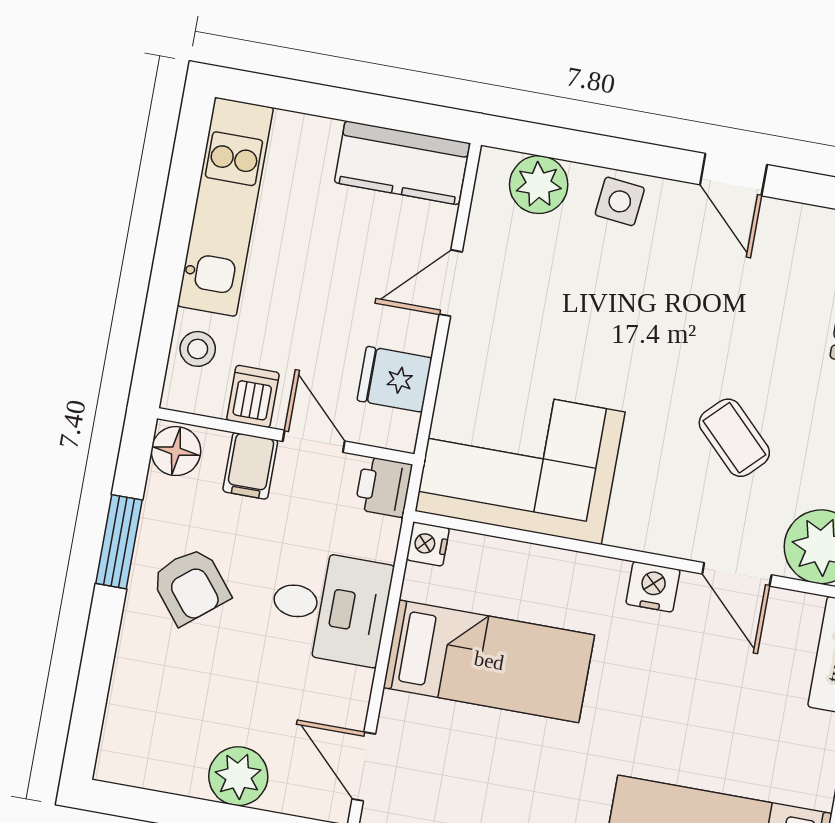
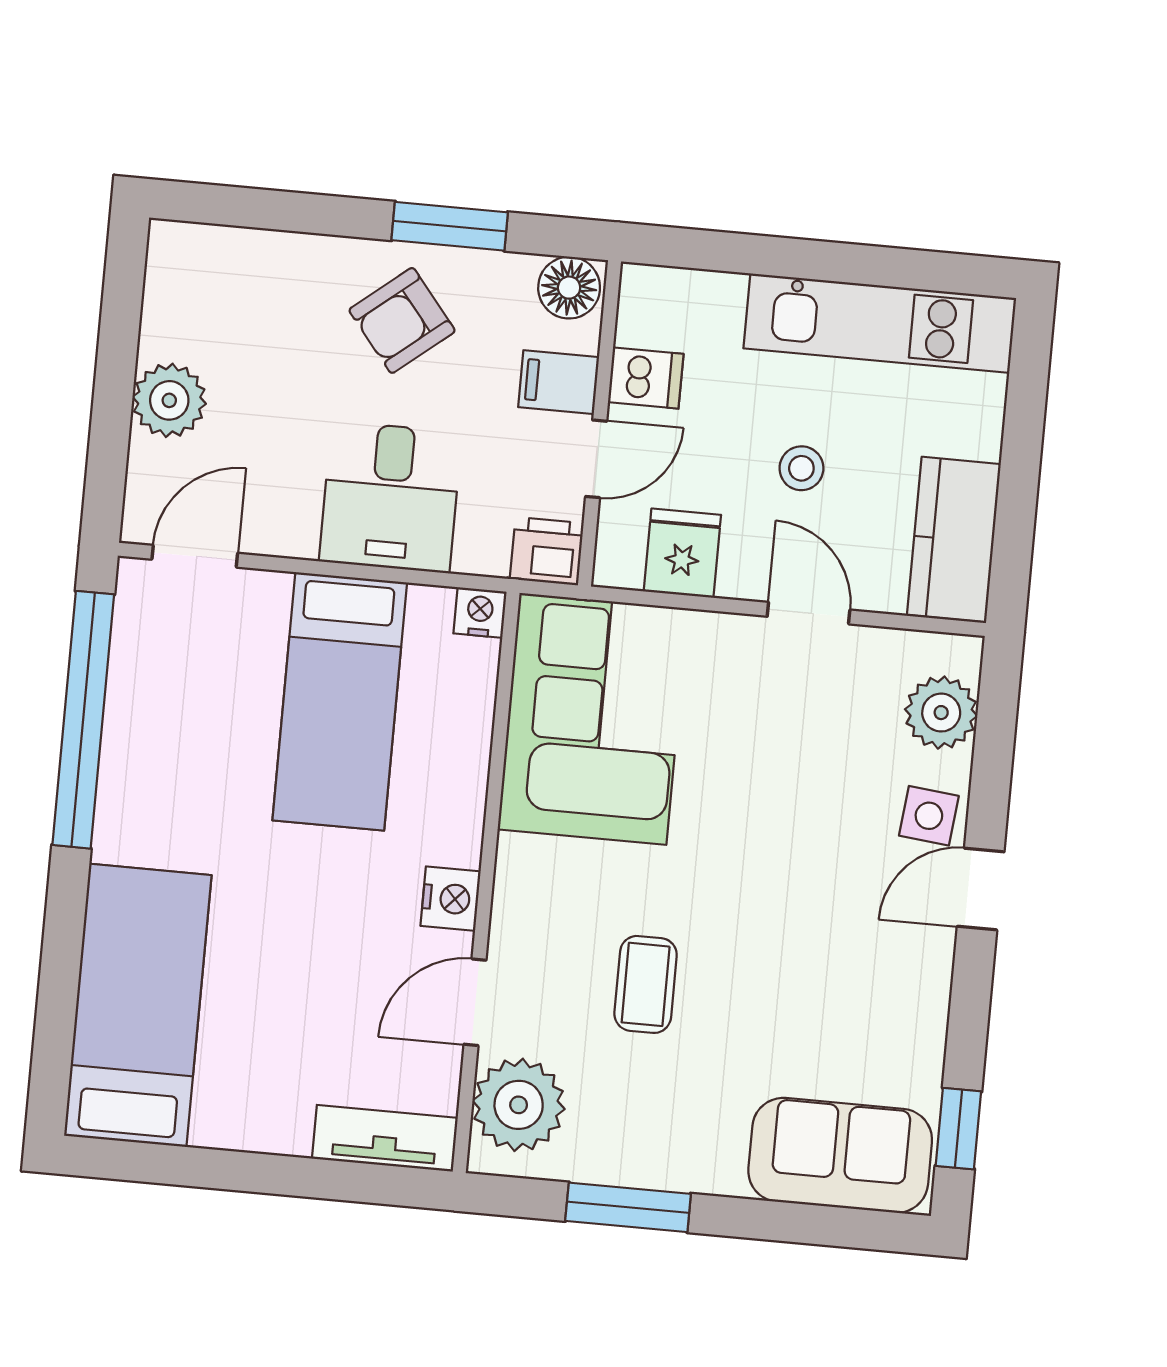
door: (733, 175) -> (981, 889), moved
stool: (198, 349) -> (801, 468), moved
coffee table: (734, 438) -> (646, 984), turned -45

